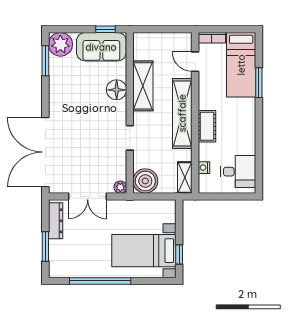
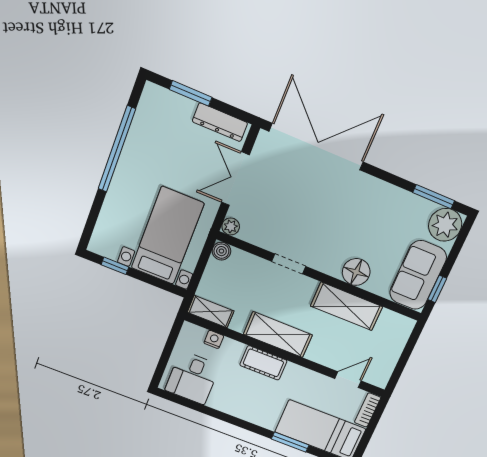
shelving: (182, 113) -> (278, 335), width x0.68
boiler: (145, 181) -> (221, 251), width x0.54, depth x0.54
bed with nightstands: (144, 251) -> (168, 236), moved

